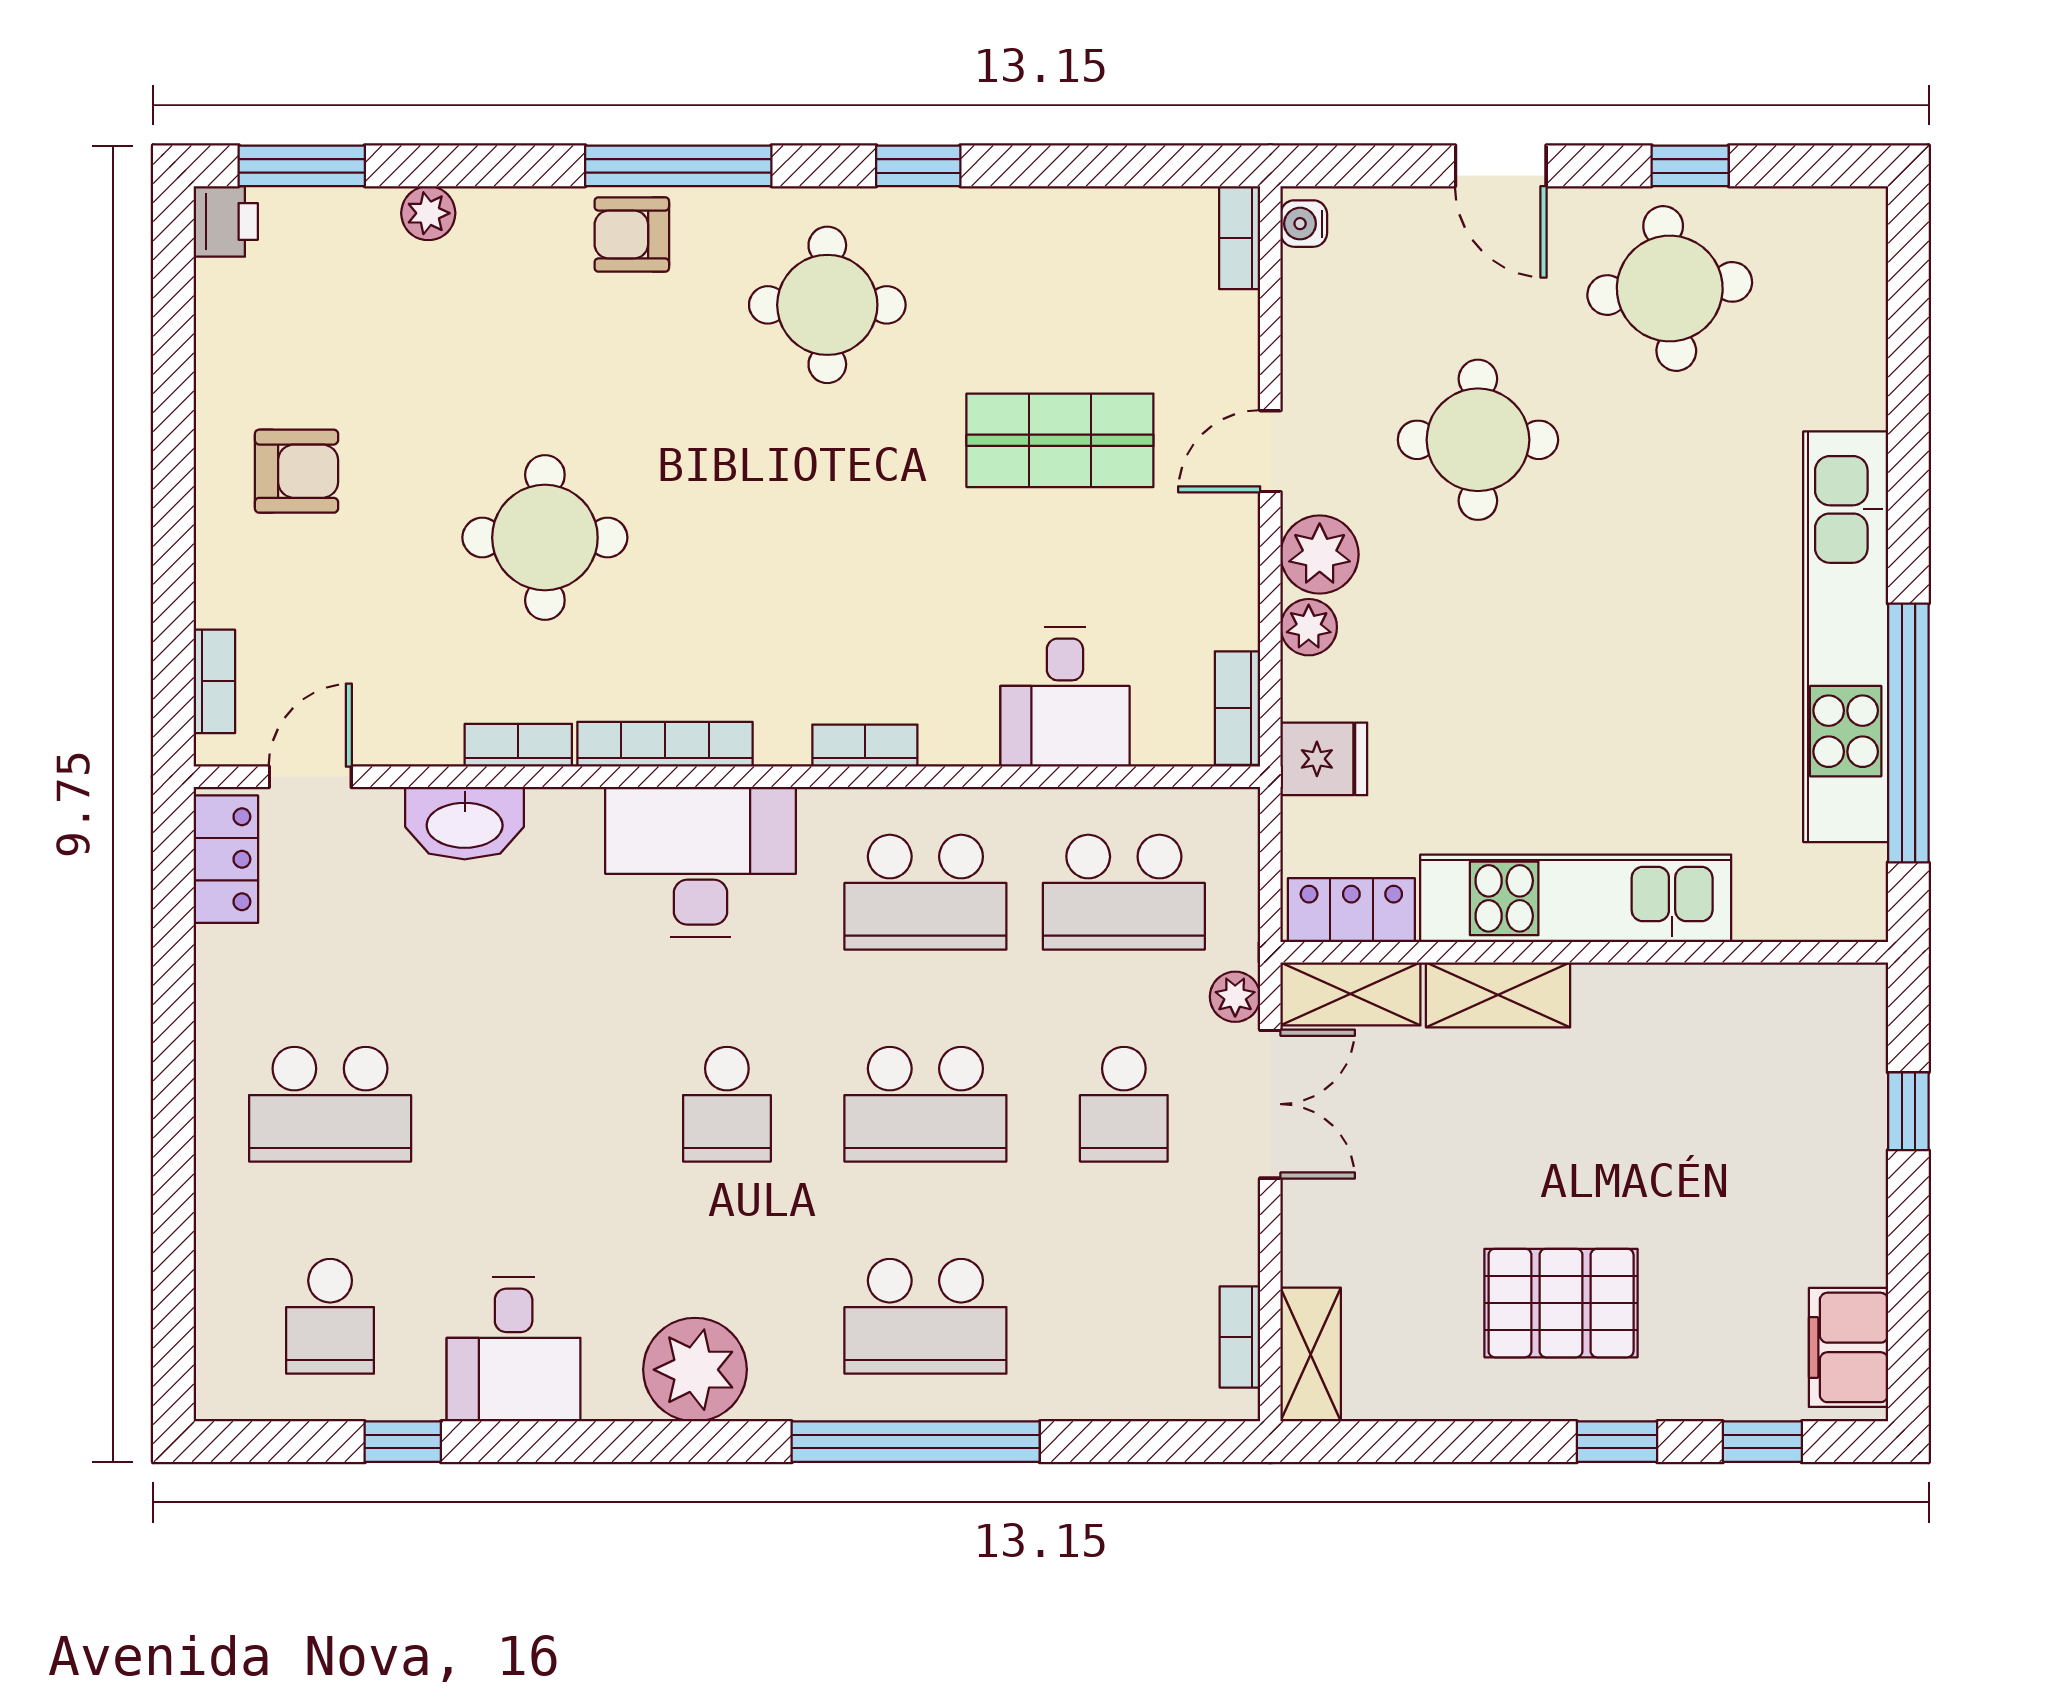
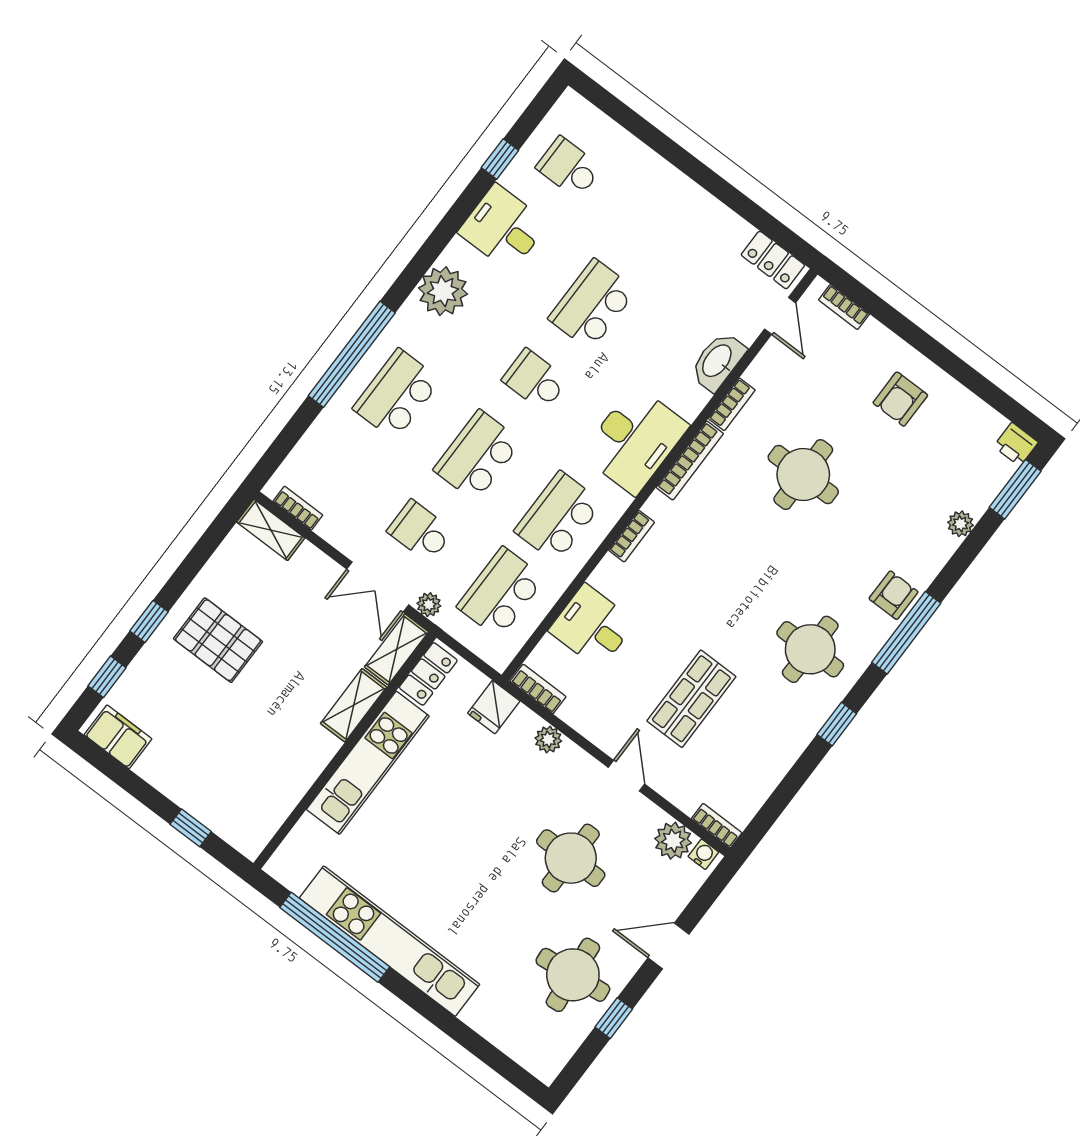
plant: (1320, 554) -> (673, 841), moved
school desk: (330, 1104) -> (592, 304), moved
pallet: (1561, 1303) -> (218, 640), turned 90

